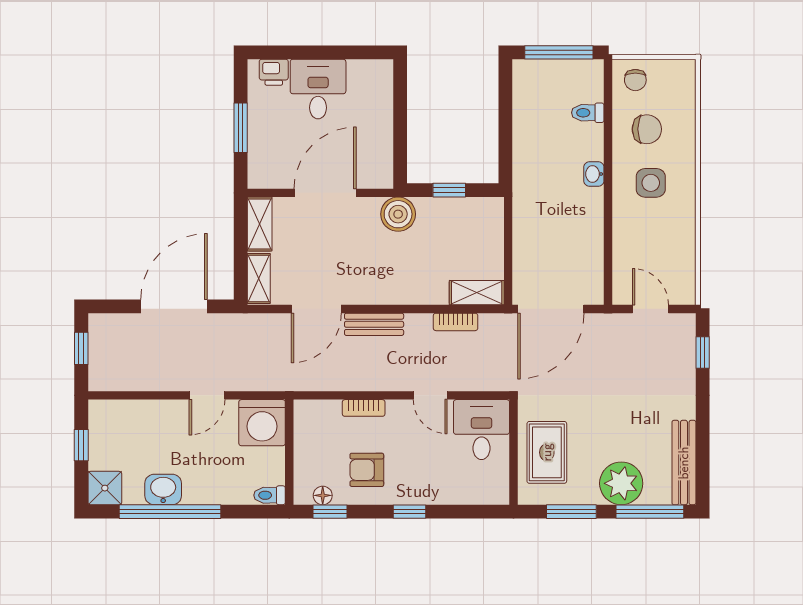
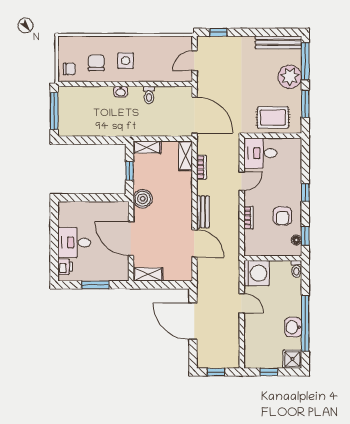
toilet: (588, 113) -> (149, 95), moved
shelving: (259, 279) -> (147, 147), moved

